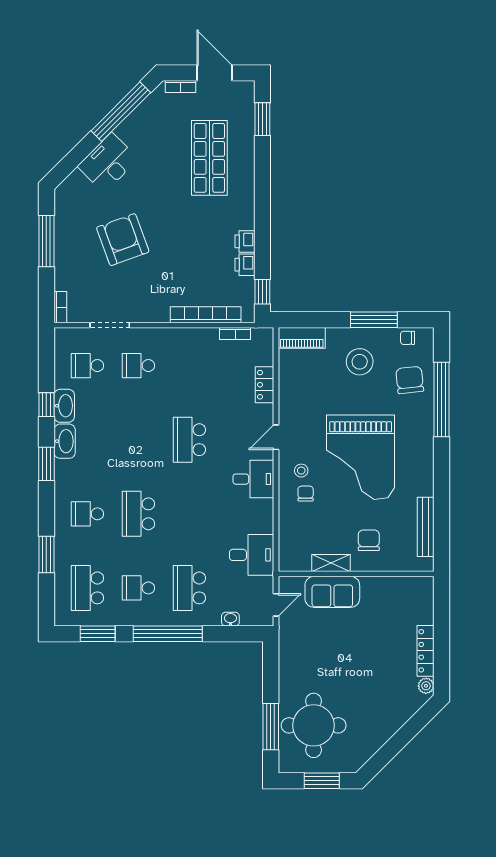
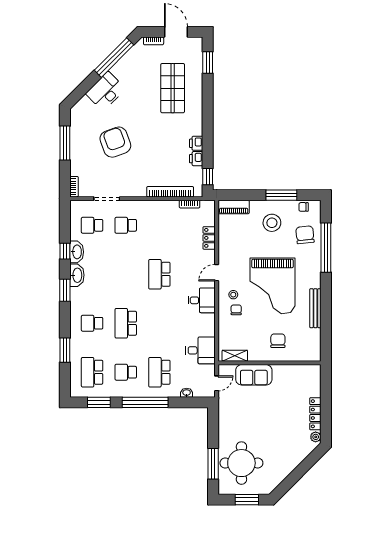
bench: (426, 527) -> (315, 308), moved
shelving: (331, 563) -> (235, 356), moved

